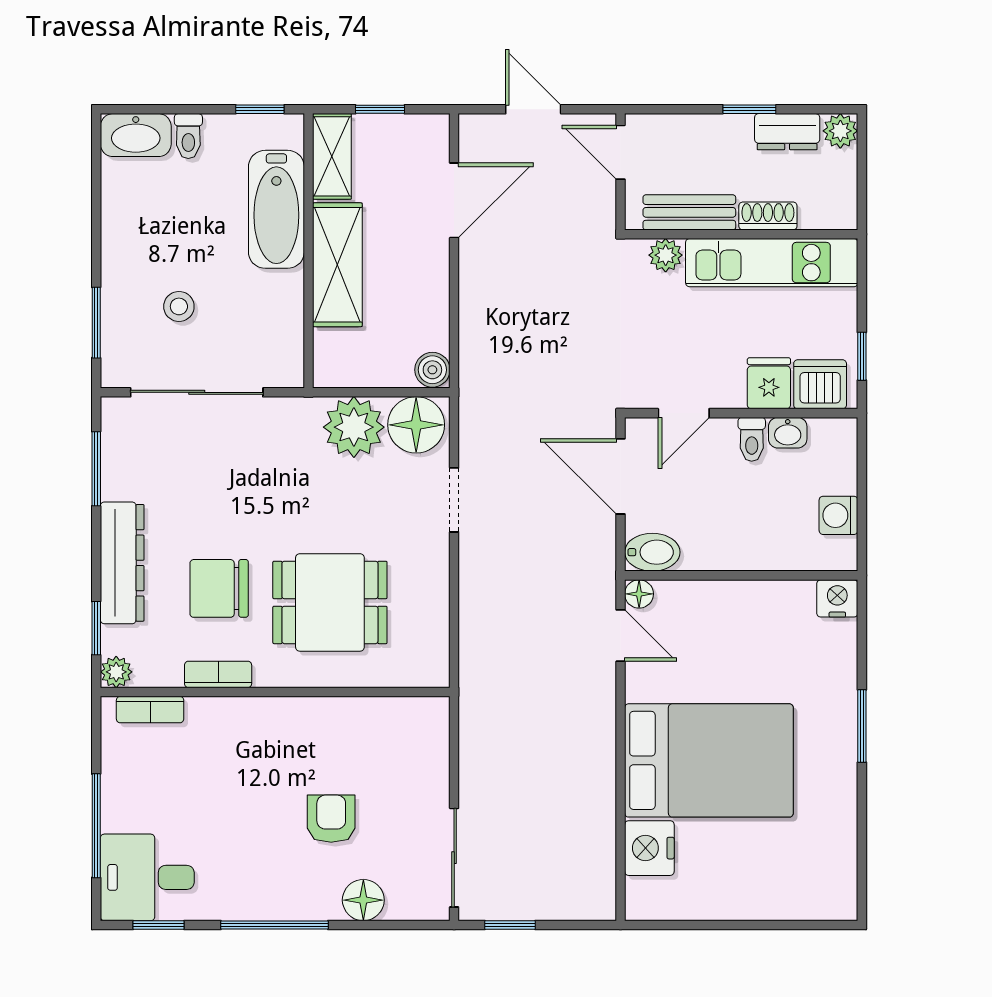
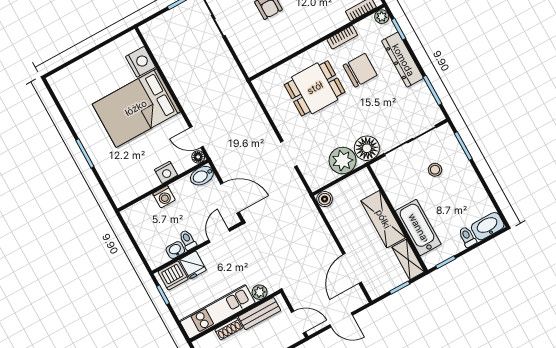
floor lamp: (416, 425) -> (367, 148), moved
washing machine: (838, 515) -> (164, 197), moved, turned 90
nightstand: (837, 598) -> (166, 172), moved

